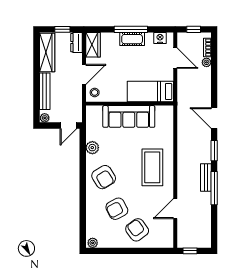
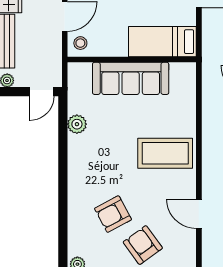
coffee table: (152, 167) -> (165, 153), turned 90
armchair: (104, 177) -> (94, 167), removed
door: (175, 209) -> (199, 214), hinge flipped

